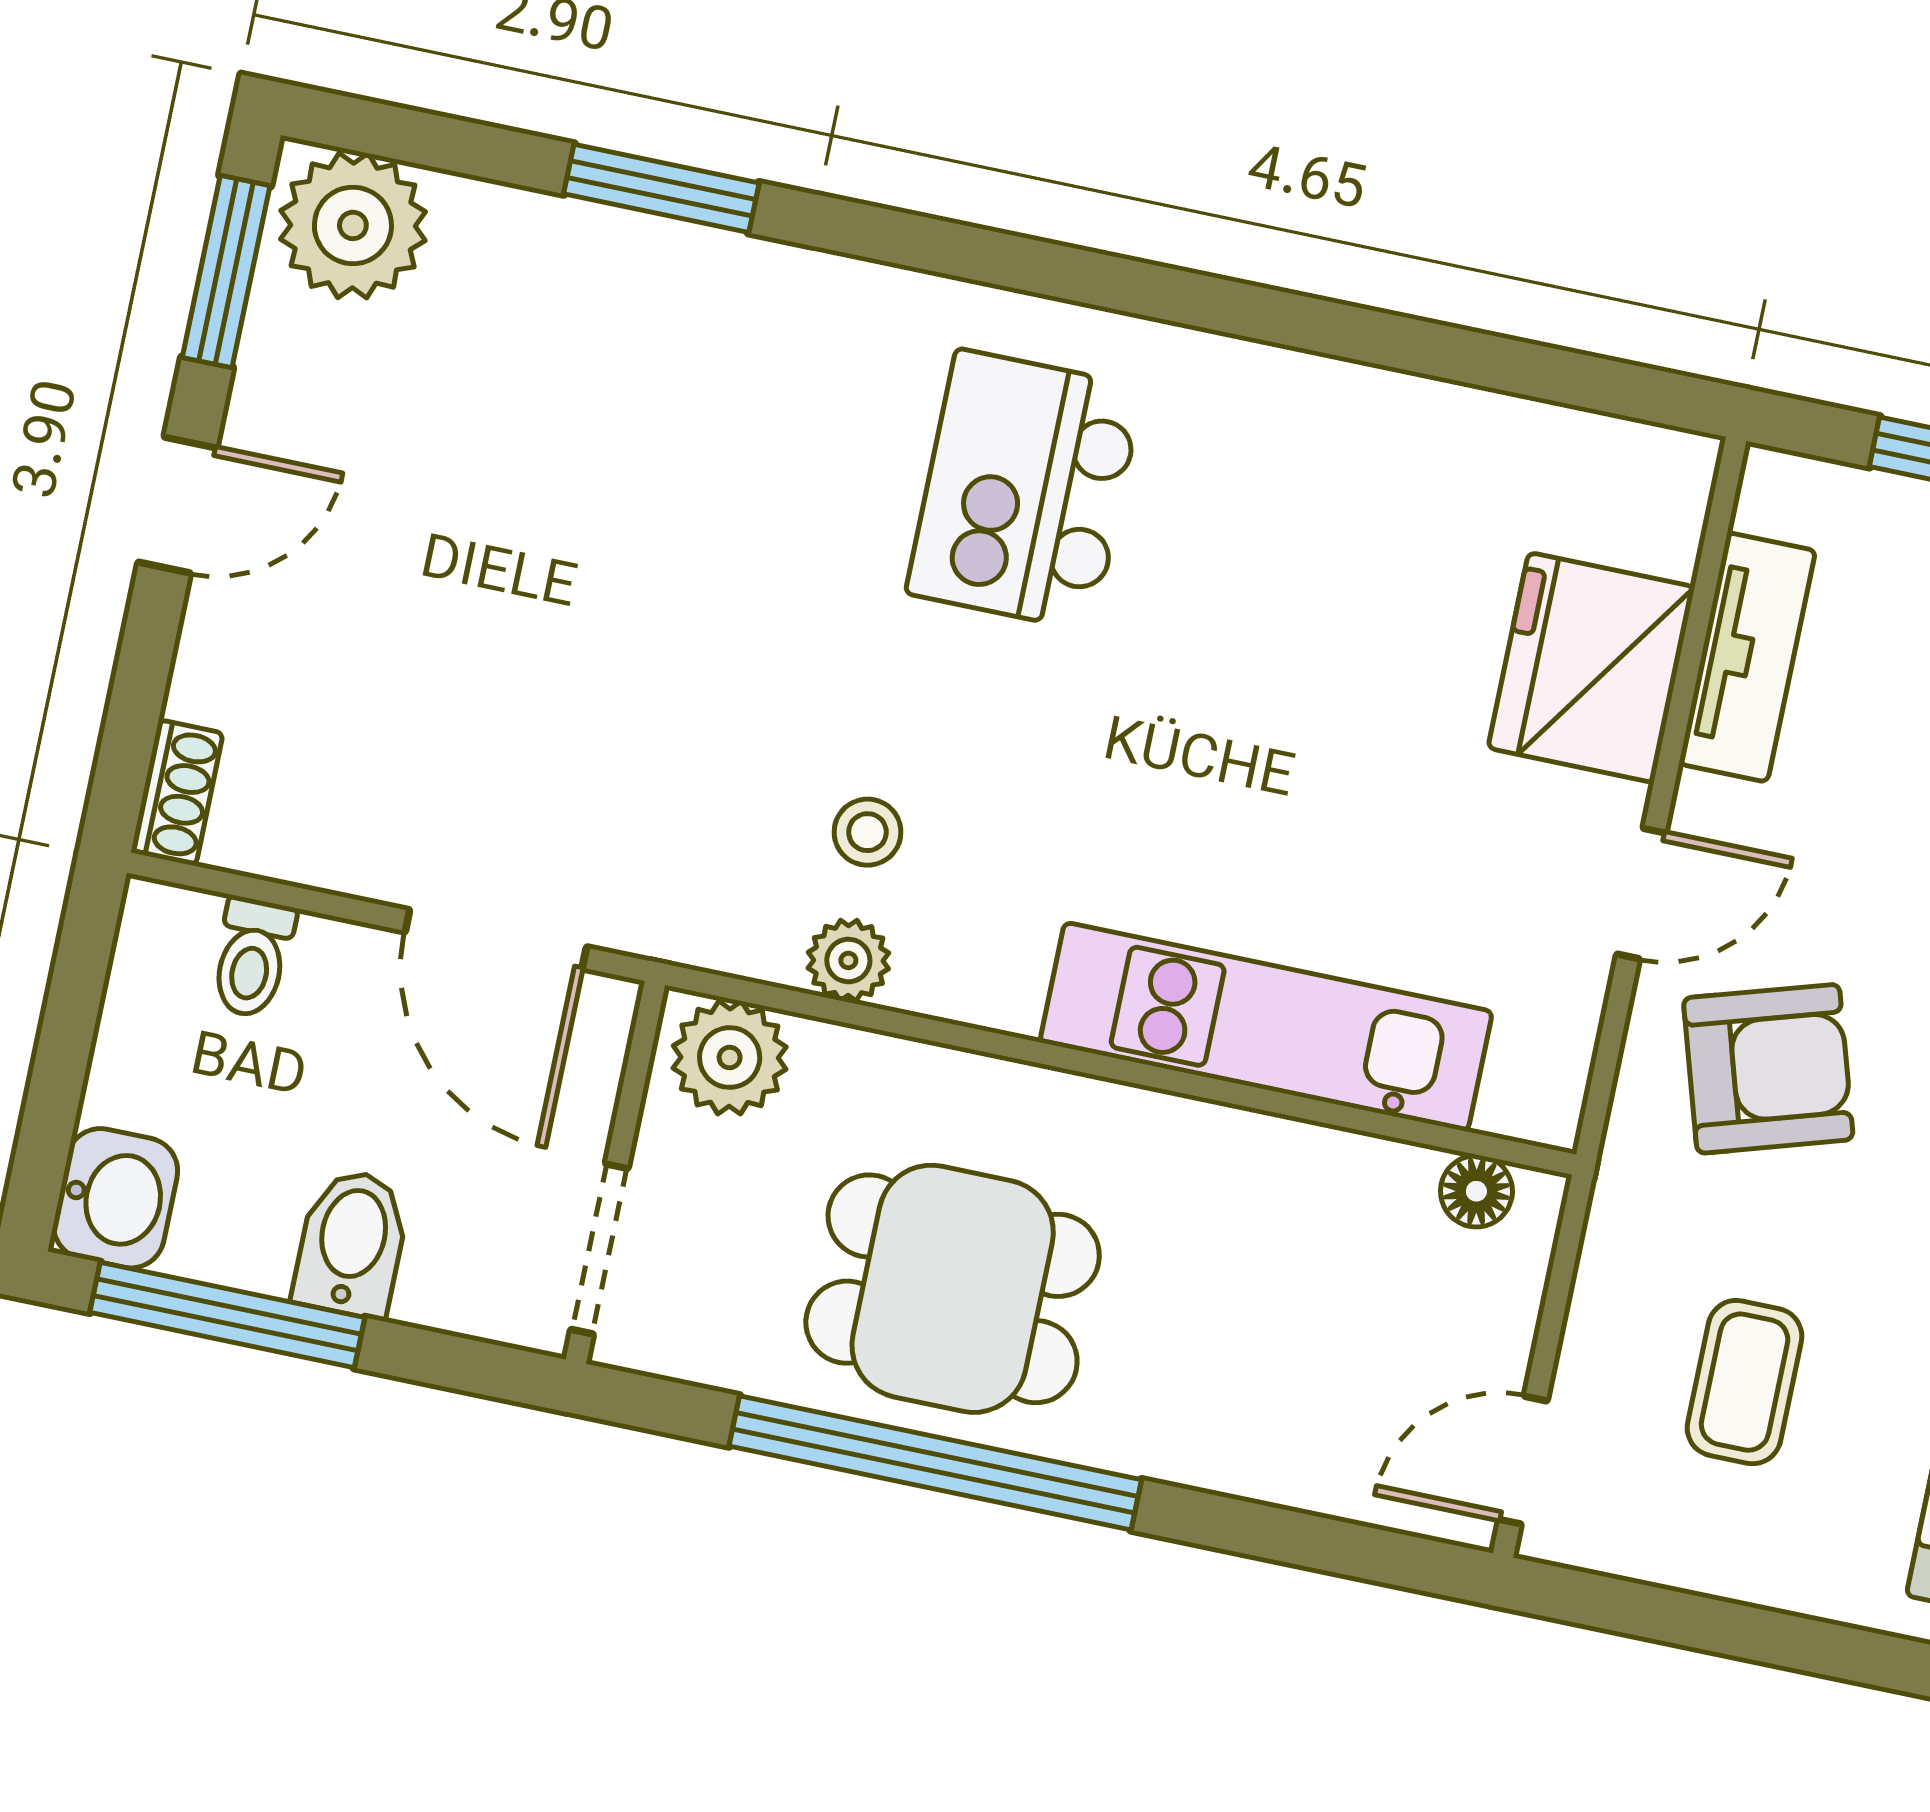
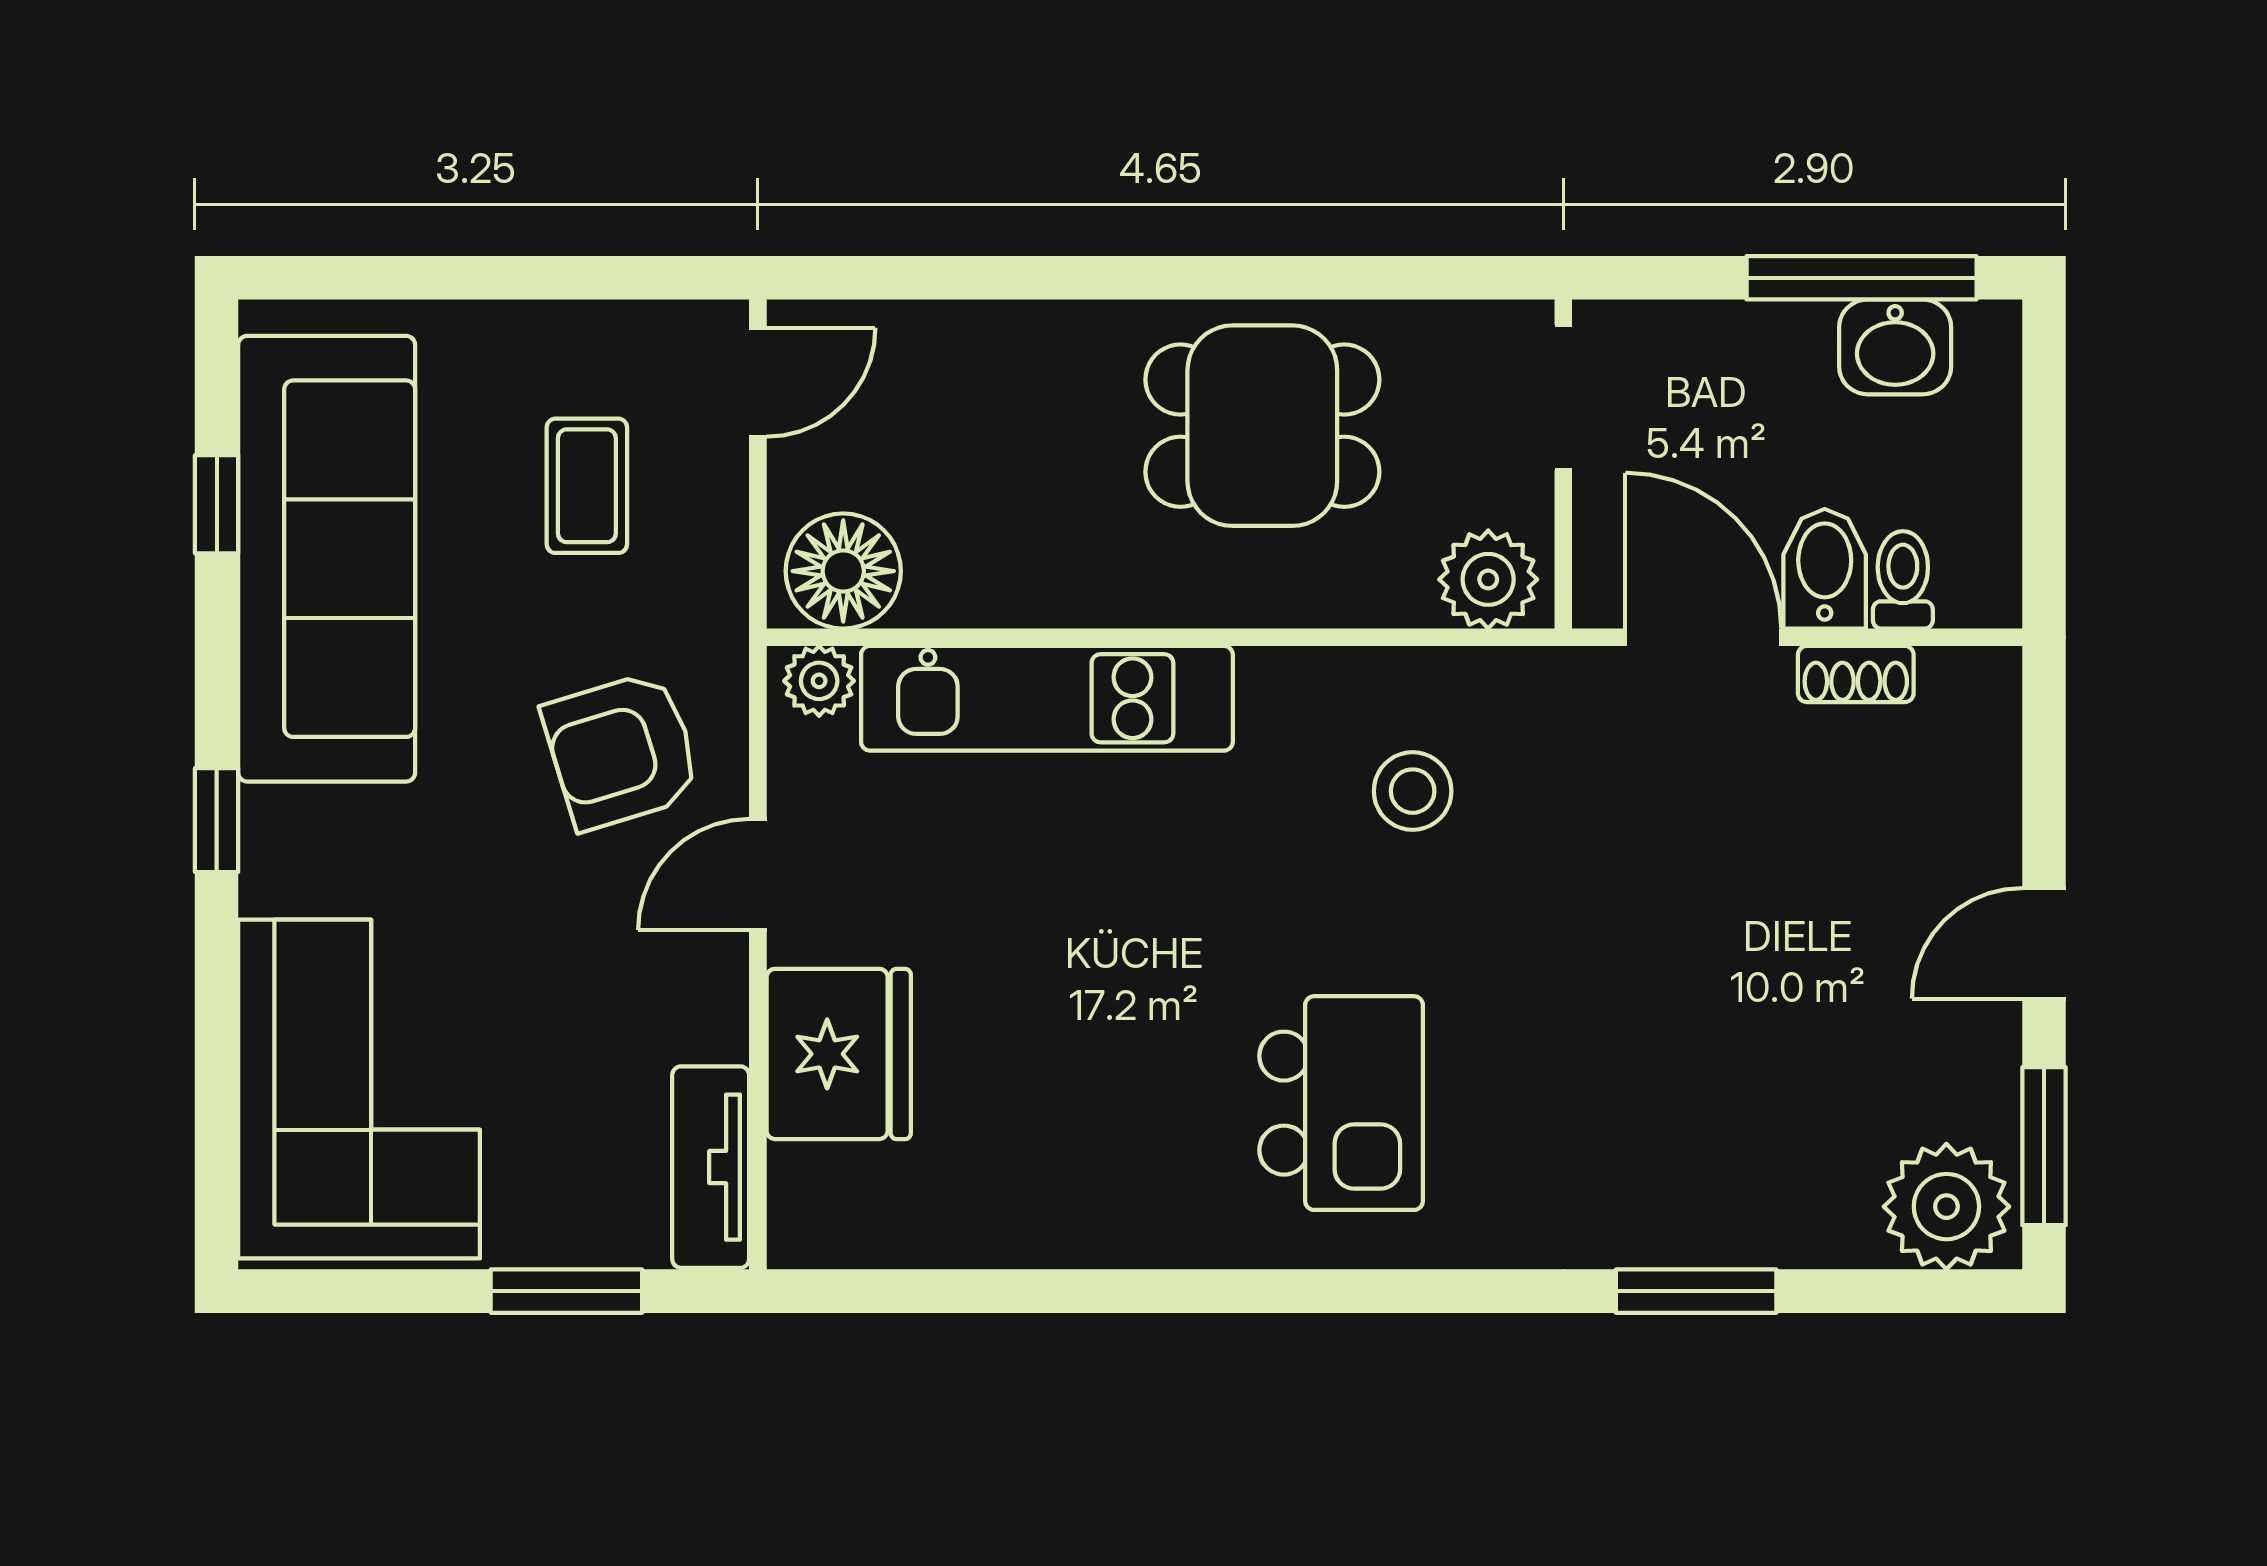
tv unit: (1747, 657) -> (711, 1167), moved
shoe rack: (177, 793) -> (1856, 674), moved, turned -90
stool: (867, 832) -> (1413, 791), width x1.37, depth x1.37
plant: (848, 960) -> (819, 681), moved
floor lamp: (1476, 1191) -> (843, 571), width x1.89, depth x1.89
washbasin: (116, 1198) -> (1895, 347), moved, turned -90
bidet: (352, 1243) -> (1825, 569), moved, turned 180
window: (935, 1463) -> (1246, 278), removed

